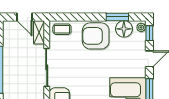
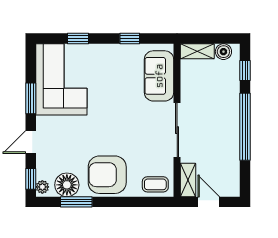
armchair: (96, 36) -> (107, 175), turned 180

